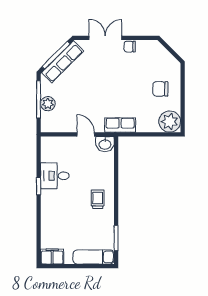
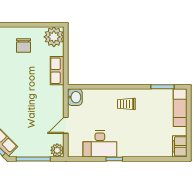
plant: (48, 104) -> (57, 150), moved
row of seats: (120, 125) -> (57, 71), moved
door: (86, 134) -> (66, 125), moved
desk: (55, 176) -> (100, 144), width x1.37

